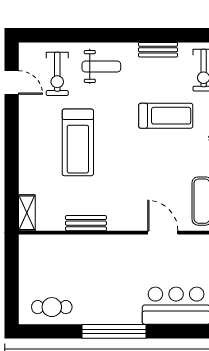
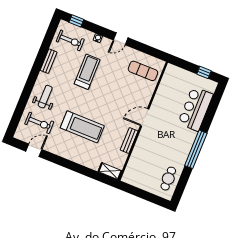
door: (163, 233) -> (145, 117), moved

